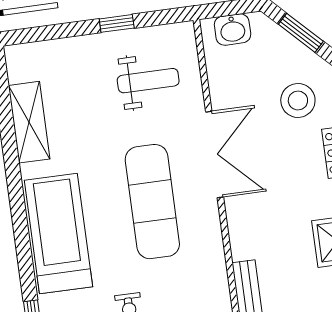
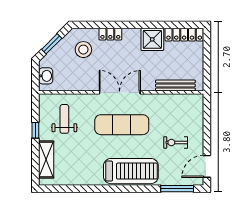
shelving: (29, 122) -> (46, 159), moved, turned 90
double door: (215, 154) -> (120, 92), moved
treadmill: (58, 234) -> (131, 171), turned 180

